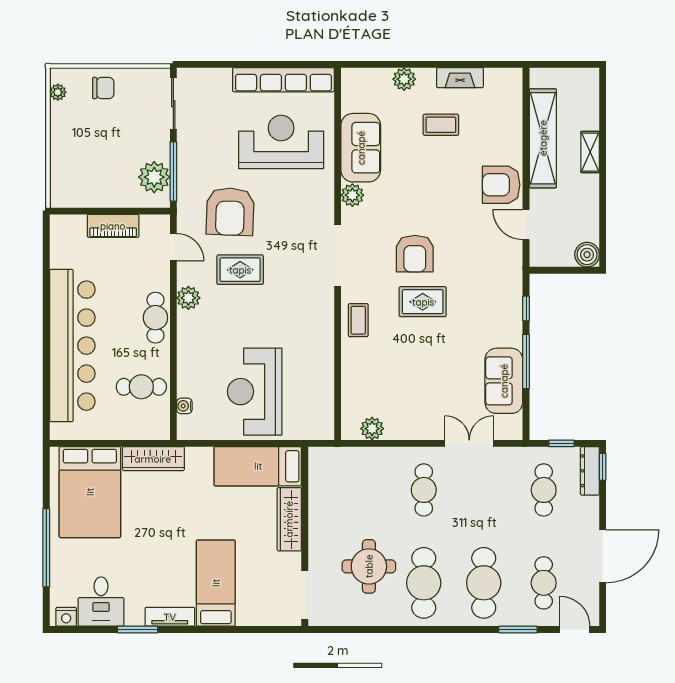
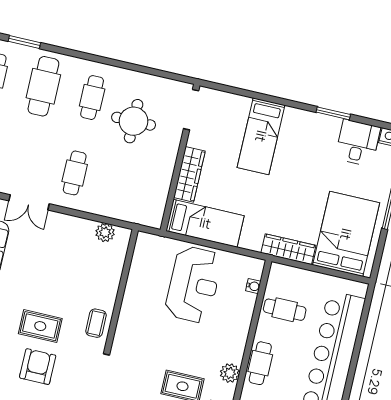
cafe table: (424, 583) -> (92, 98), width x0.73, depth x0.74
tv unit: (170, 617) -> (305, 118), removed

